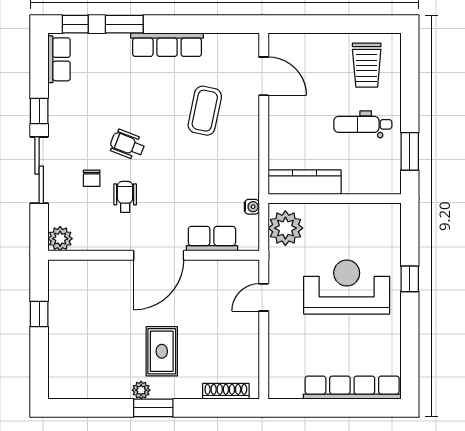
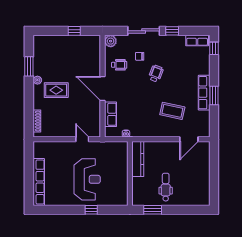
window: (124, 24) -> (214, 96), moved
trolley: (367, 65) -> (194, 189), removed
wheelchair: (125, 197) -> (119, 65), moved
plant: (285, 228) -> (116, 150), removed
window: (153, 408) -> (29, 66), moved

